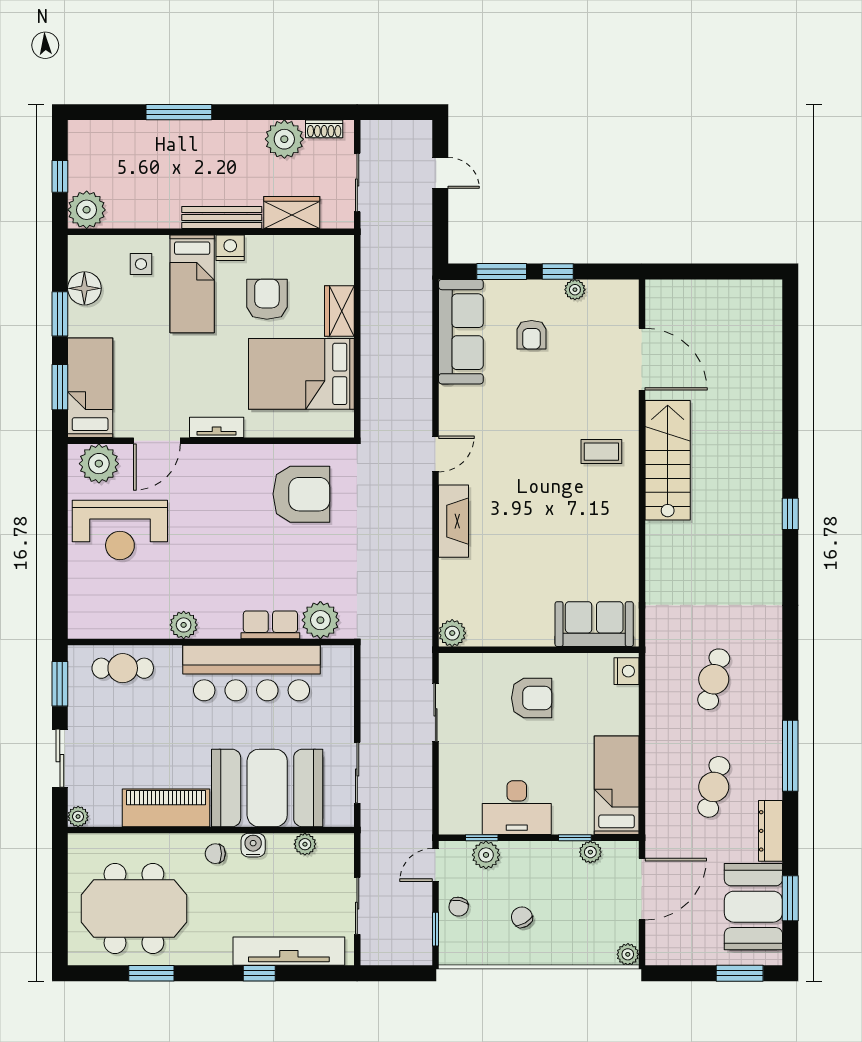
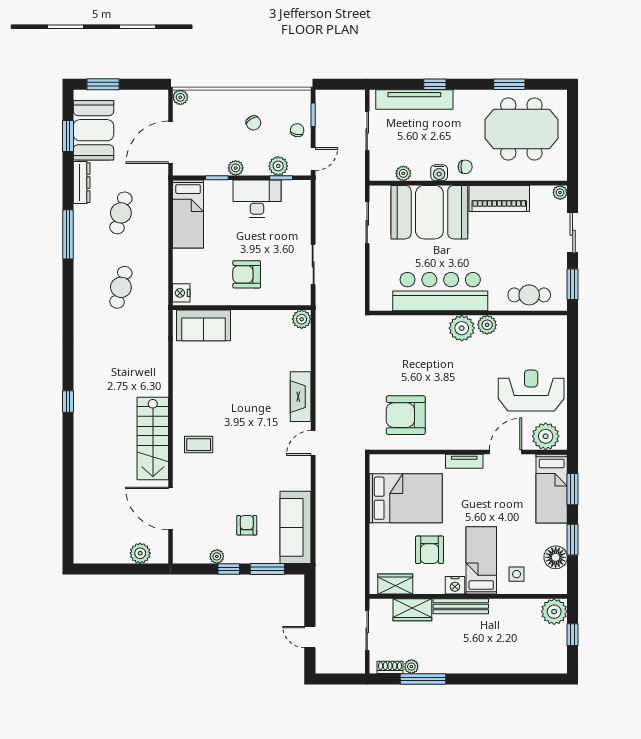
window: (179, 112) -> (423, 679), moved
plant: (284, 139) -> (411, 667), width x0.53, depth x0.53
plant: (686, 294) -> (140, 553), added
wardrobe: (339, 311) -> (395, 584), moved, turned -90
plant: (320, 620) -> (462, 328), moved
row of seats: (270, 625) -> (427, 325), removed
plant: (590, 852) -> (236, 168), moved

